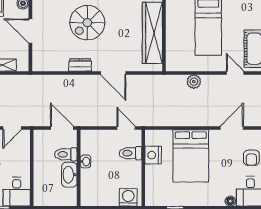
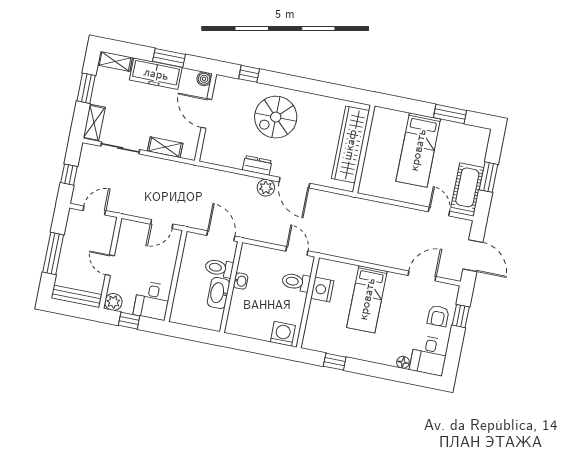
plant: (194, 82) -> (266, 188), moved
bed: (191, 156) -> (367, 299), width x0.67

